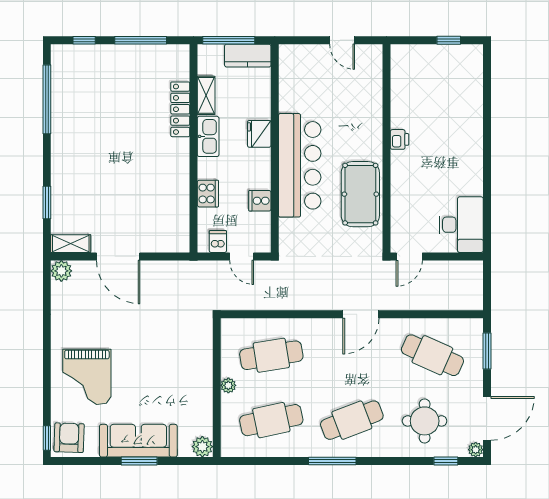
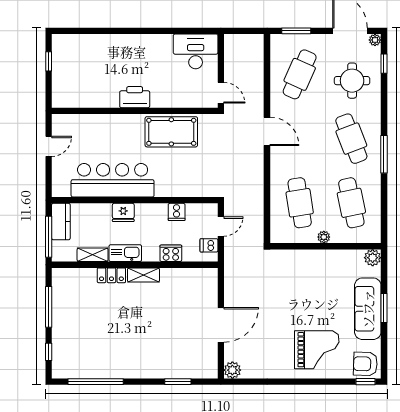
locker: (180, 109) -> (111, 275), width x0.66
printer: (400, 139) -> (135, 97), width x1.87, depth x1.48
bar counter: (300, 165) -> (113, 180), moved
shelving: (71, 244) -> (143, 275), moved, turned 90

